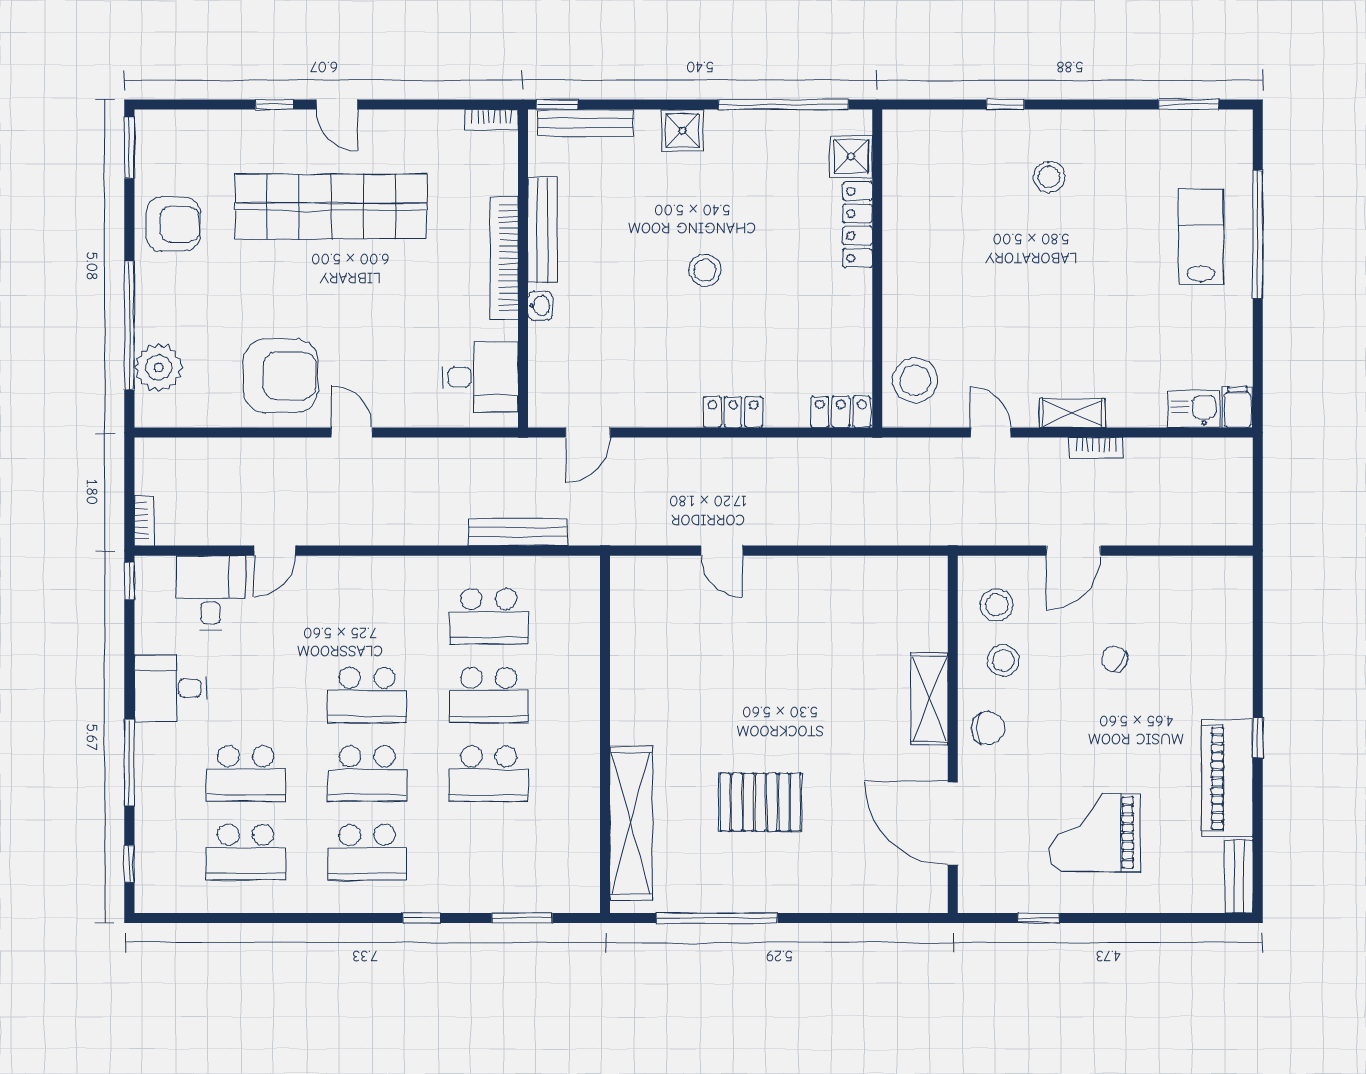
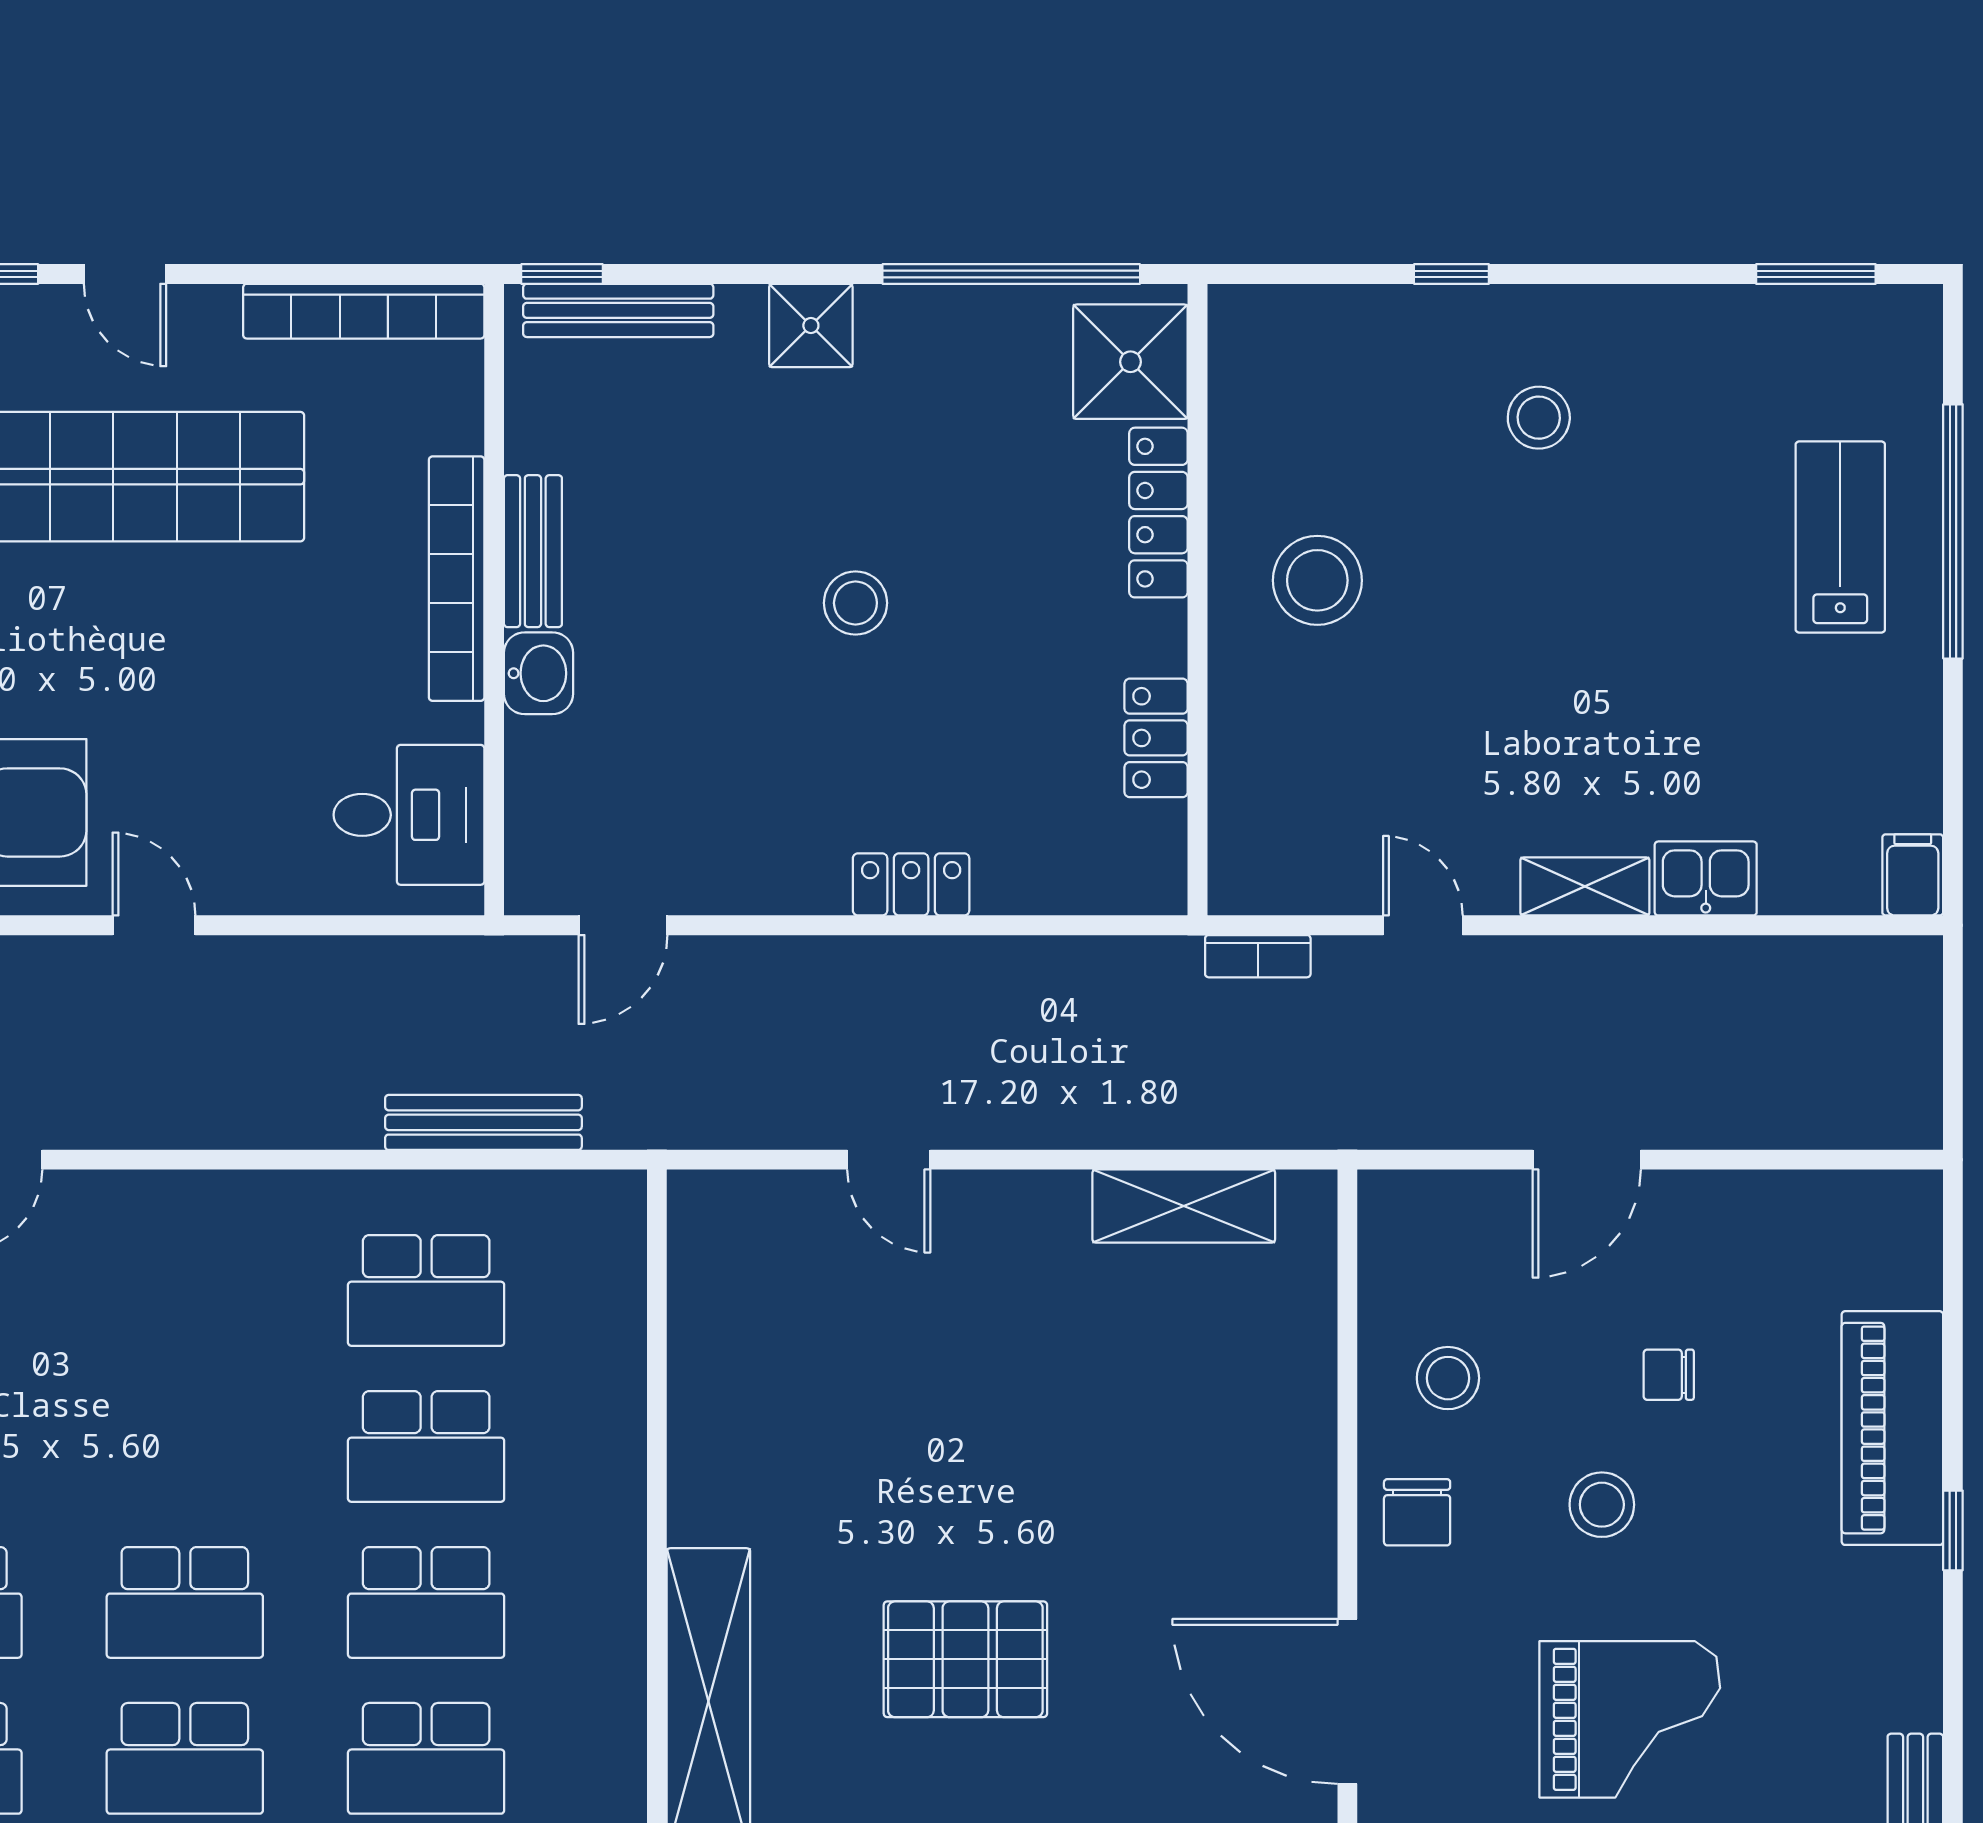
bookcase: (492, 120) -> (364, 311), width x2.31, depth x1.31
shower: (851, 156) -> (1130, 362), width x1.36, depth x1.36
bench: (543, 230) -> (533, 551), width x0.73
washbasin: (540, 306) -> (539, 673), width x1.38, depth x1.45
stool: (915, 380) -> (1317, 580), moved
kitchen sink: (1194, 409) -> (1706, 878), moved
locker: (841, 412) -> (1156, 738), moved, turned -90
bookcase: (1096, 448) -> (1258, 956), moved
stool: (997, 605) -> (1602, 1505), moved
chair: (1115, 659) -> (1669, 1375), turned -30
school desk: (367, 695) -> (426, 1758), moved
shelving: (929, 699) -> (1184, 1206), moved, turned 90
chair: (988, 728) -> (1417, 1512), turned 90
piano: (1227, 778) -> (1892, 1428), moved
grand piano: (1095, 832) -> (1630, 1719), turned 180

